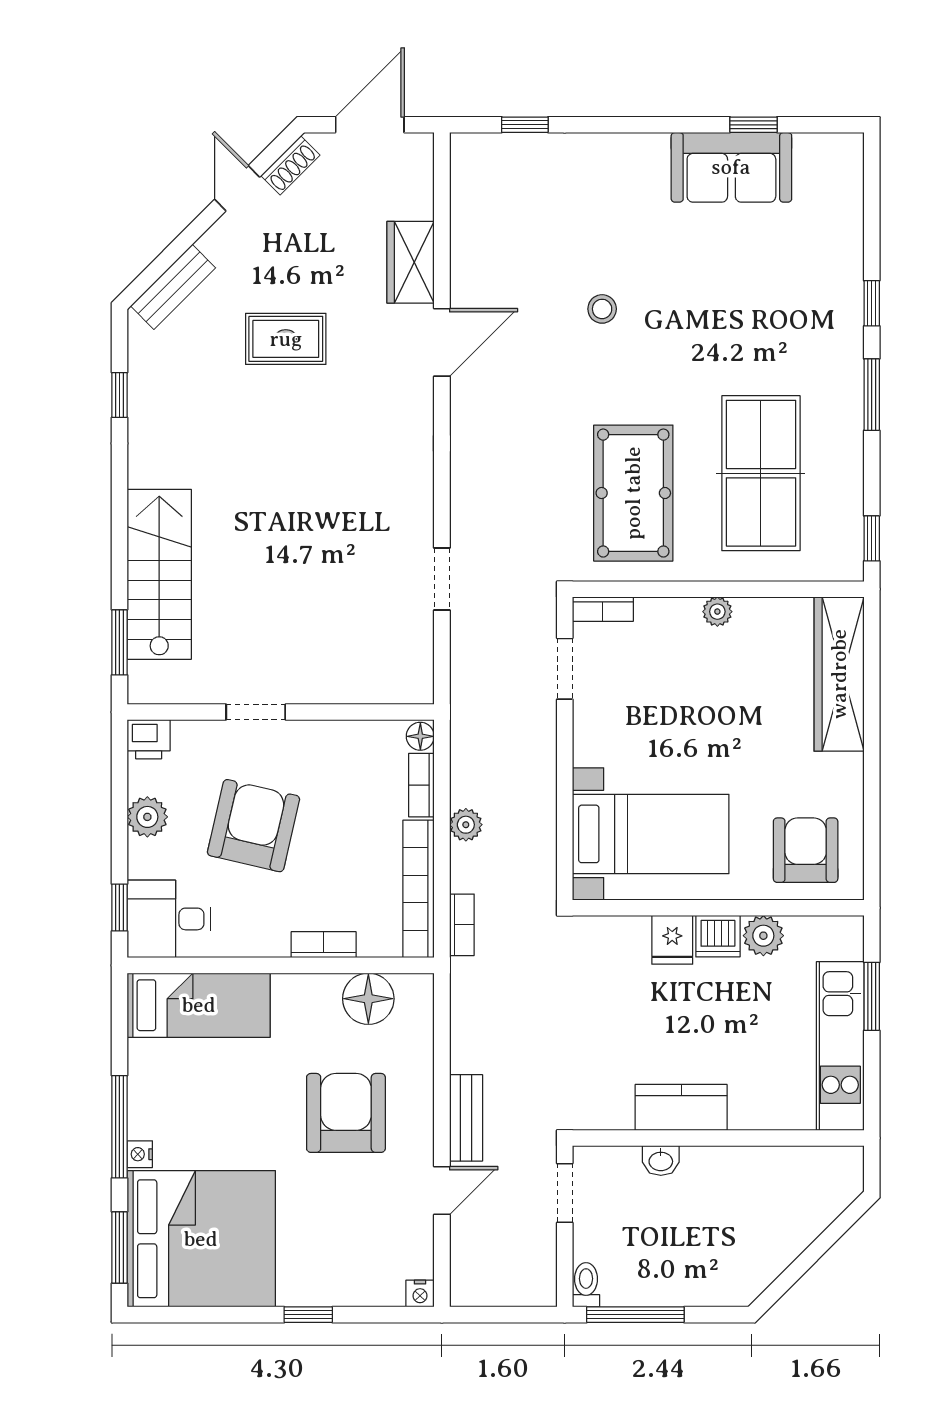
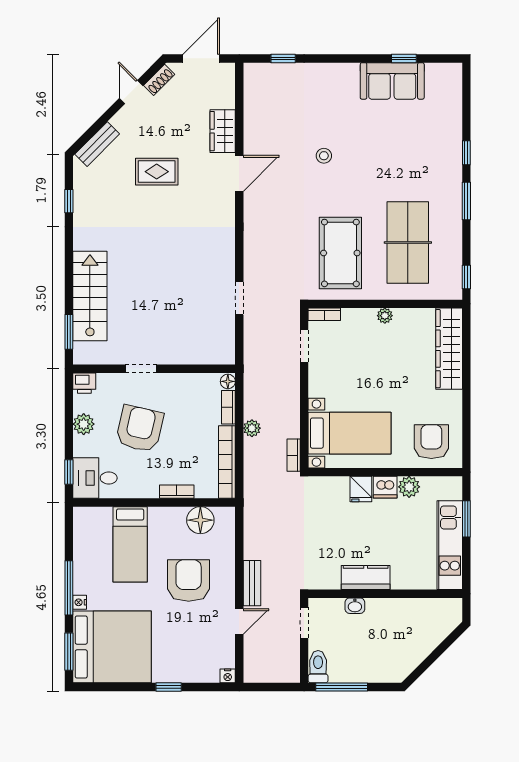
bookcase: (462, 925) -> (294, 455), moved, turned 180
bed: (199, 1005) -> (130, 544), moved, turned 90
toilet: (586, 1285) -> (318, 667), width x1.37, depth x1.39

